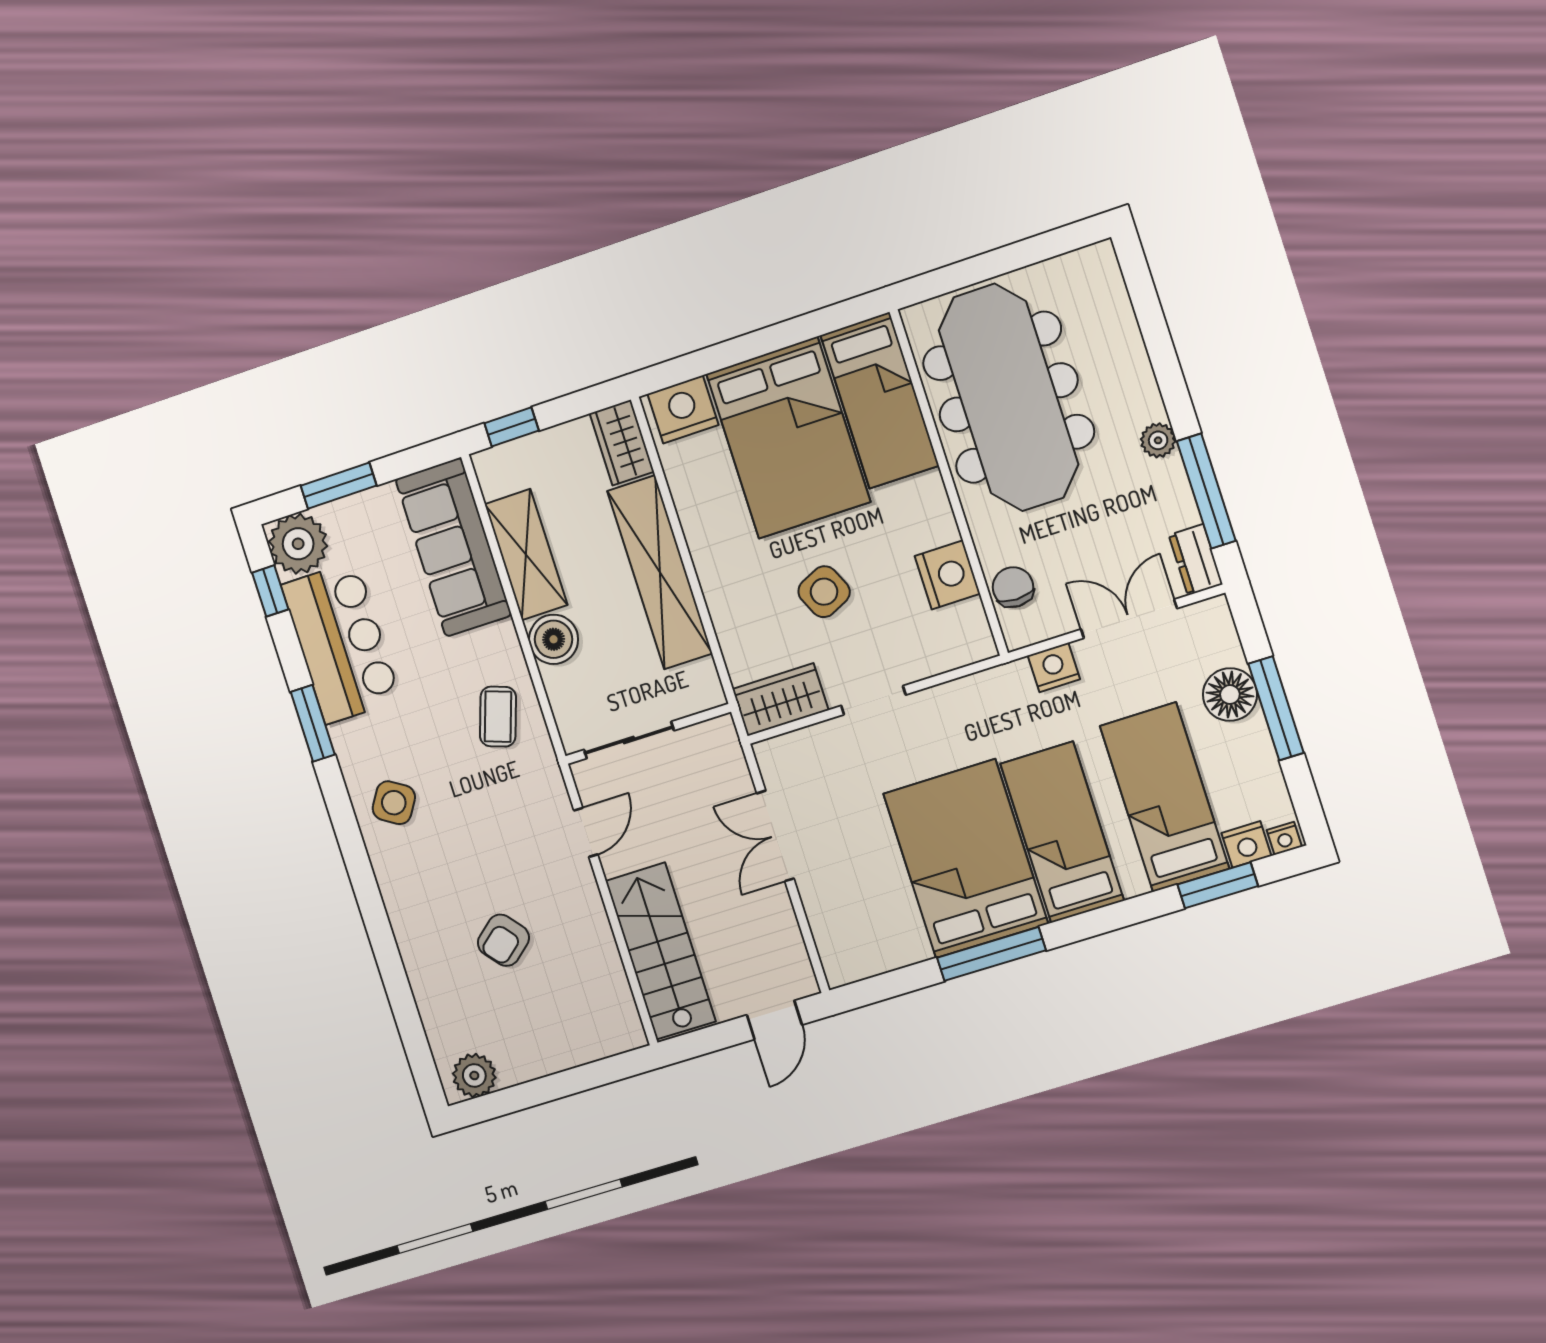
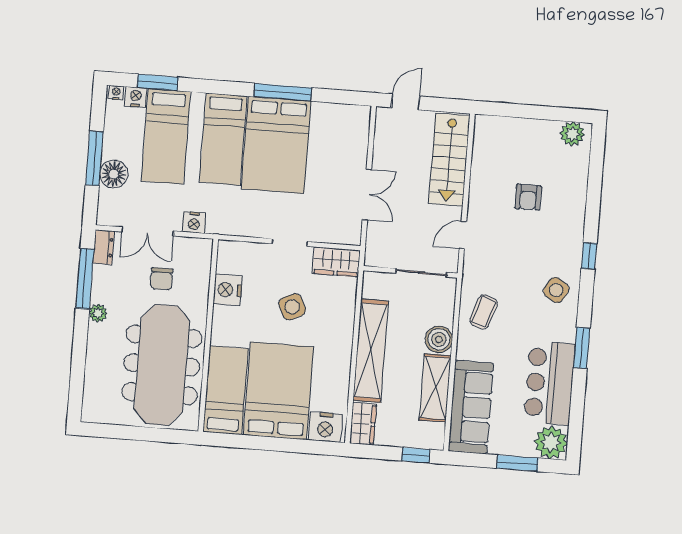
chair: (1013, 587) -> (161, 279), moved
window: (270, 591) -> (589, 256), moved
armchair: (503, 940) -> (528, 197), turned 130

